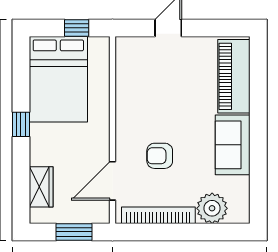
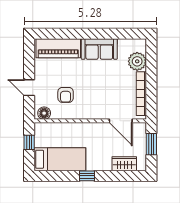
floor lamp: (126, 53) -> (44, 113), added
bed: (58, 79) -> (60, 159), width x0.67
armchair: (160, 156) -> (66, 95), moved

